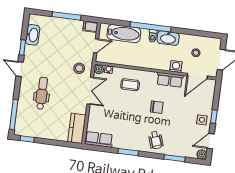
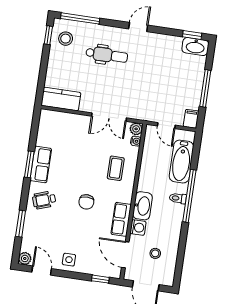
washbasin: (33, 35) -> (195, 47), moved
washbasin: (168, 38) -> (143, 206), moved, turned 180
window: (22, 47) -> (192, 35), moved
stool: (79, 68) -> (66, 39), moved
window: (214, 117) -> (100, 279), moved
row of seats: (99, 139) -> (41, 164), moved

